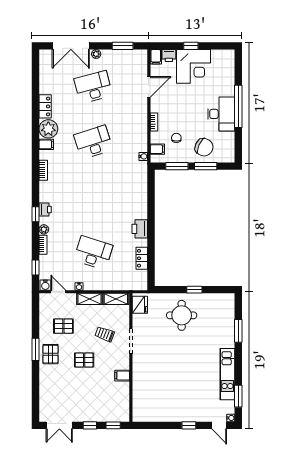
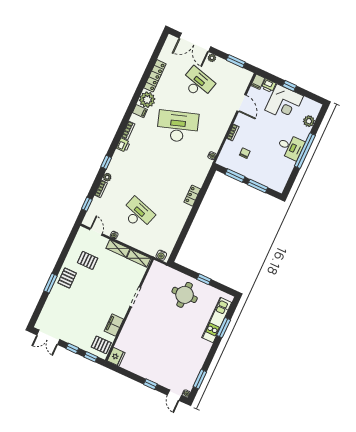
plant: (228, 74) -> (309, 121), added
desk: (93, 87) -> (198, 83), turned 30
door: (149, 87) -> (242, 103), hinge flipped
locker: (45, 106) -> (155, 76), width x1.53
desk: (221, 114) -> (290, 147), width x0.73
desk: (93, 142) -> (178, 126), width x1.36, depth x1.30
chair: (204, 147) -> (263, 171), removed
filing cabinet: (157, 149) -> (226, 155), removed
printer: (45, 210) -> (123, 145), moved
printer: (140, 229) -> (183, 212), removed
locker: (142, 258) -> (192, 196), moved
water cooler: (45, 285) -> (161, 255), moved
fridge: (140, 305) -> (116, 357), moved
trolley: (105, 334) -> (117, 282), removed
window: (36, 349) -> (51, 283), moved
pallet: (84, 360) -> (101, 345), moved
kitchen unit: (227, 374) -> (217, 320), moved
filing cabinet: (122, 376) -> (114, 325), width x2.00

